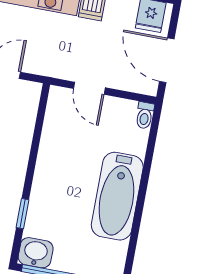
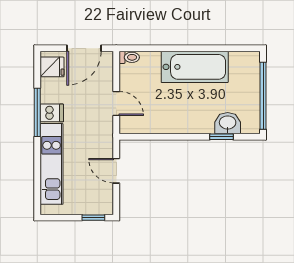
door: (89, 88) -> (116, 103), hinge flipped
washbasin: (36, 253) -> (228, 123), moved, turned 90

